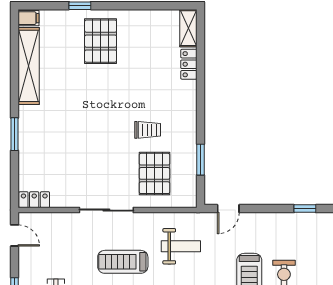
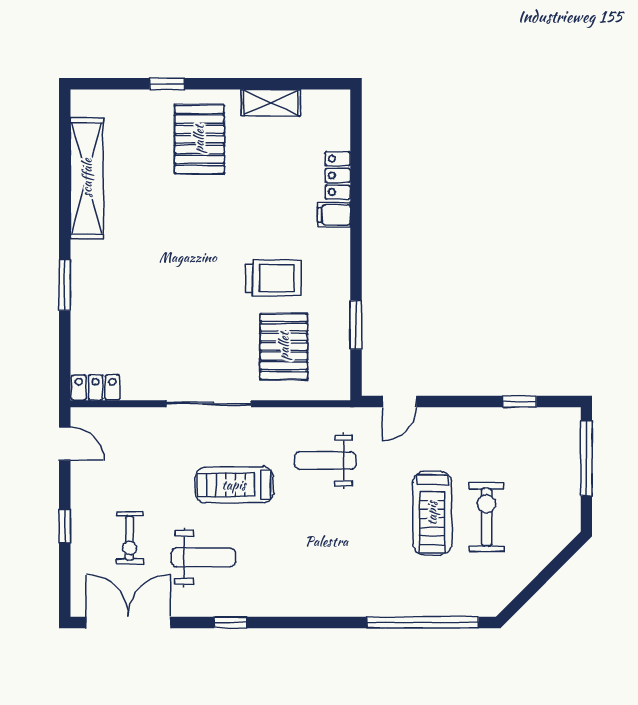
filing cabinet: (29, 18) -> (334, 215), moved, turned 180
shelving: (188, 28) -> (271, 103), moved, turned 90
trolley: (148, 130) -> (273, 278), width x1.36, depth x1.39
weight bench: (181, 246) -> (325, 461), turned 180

